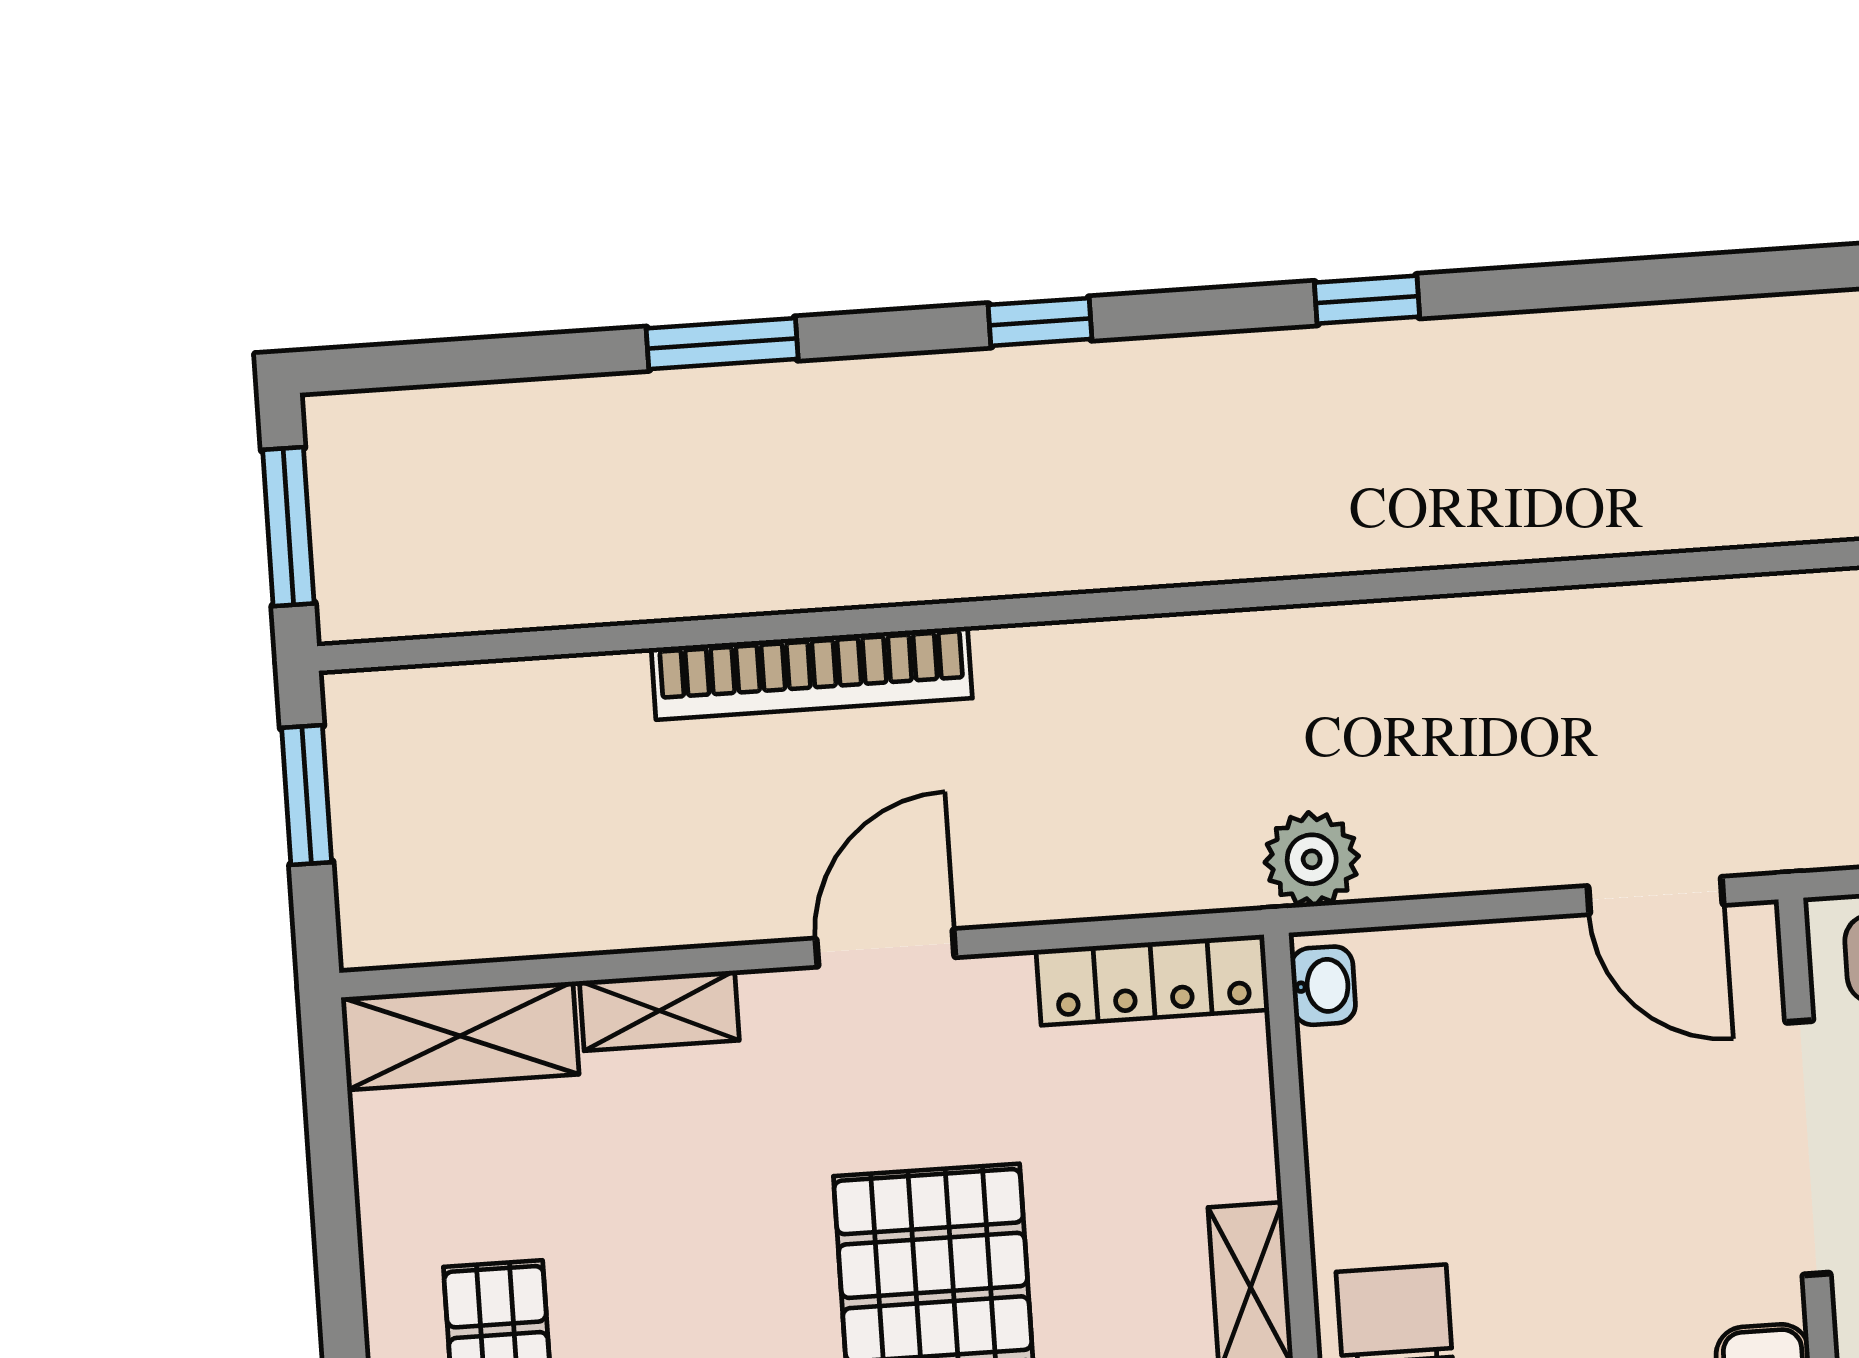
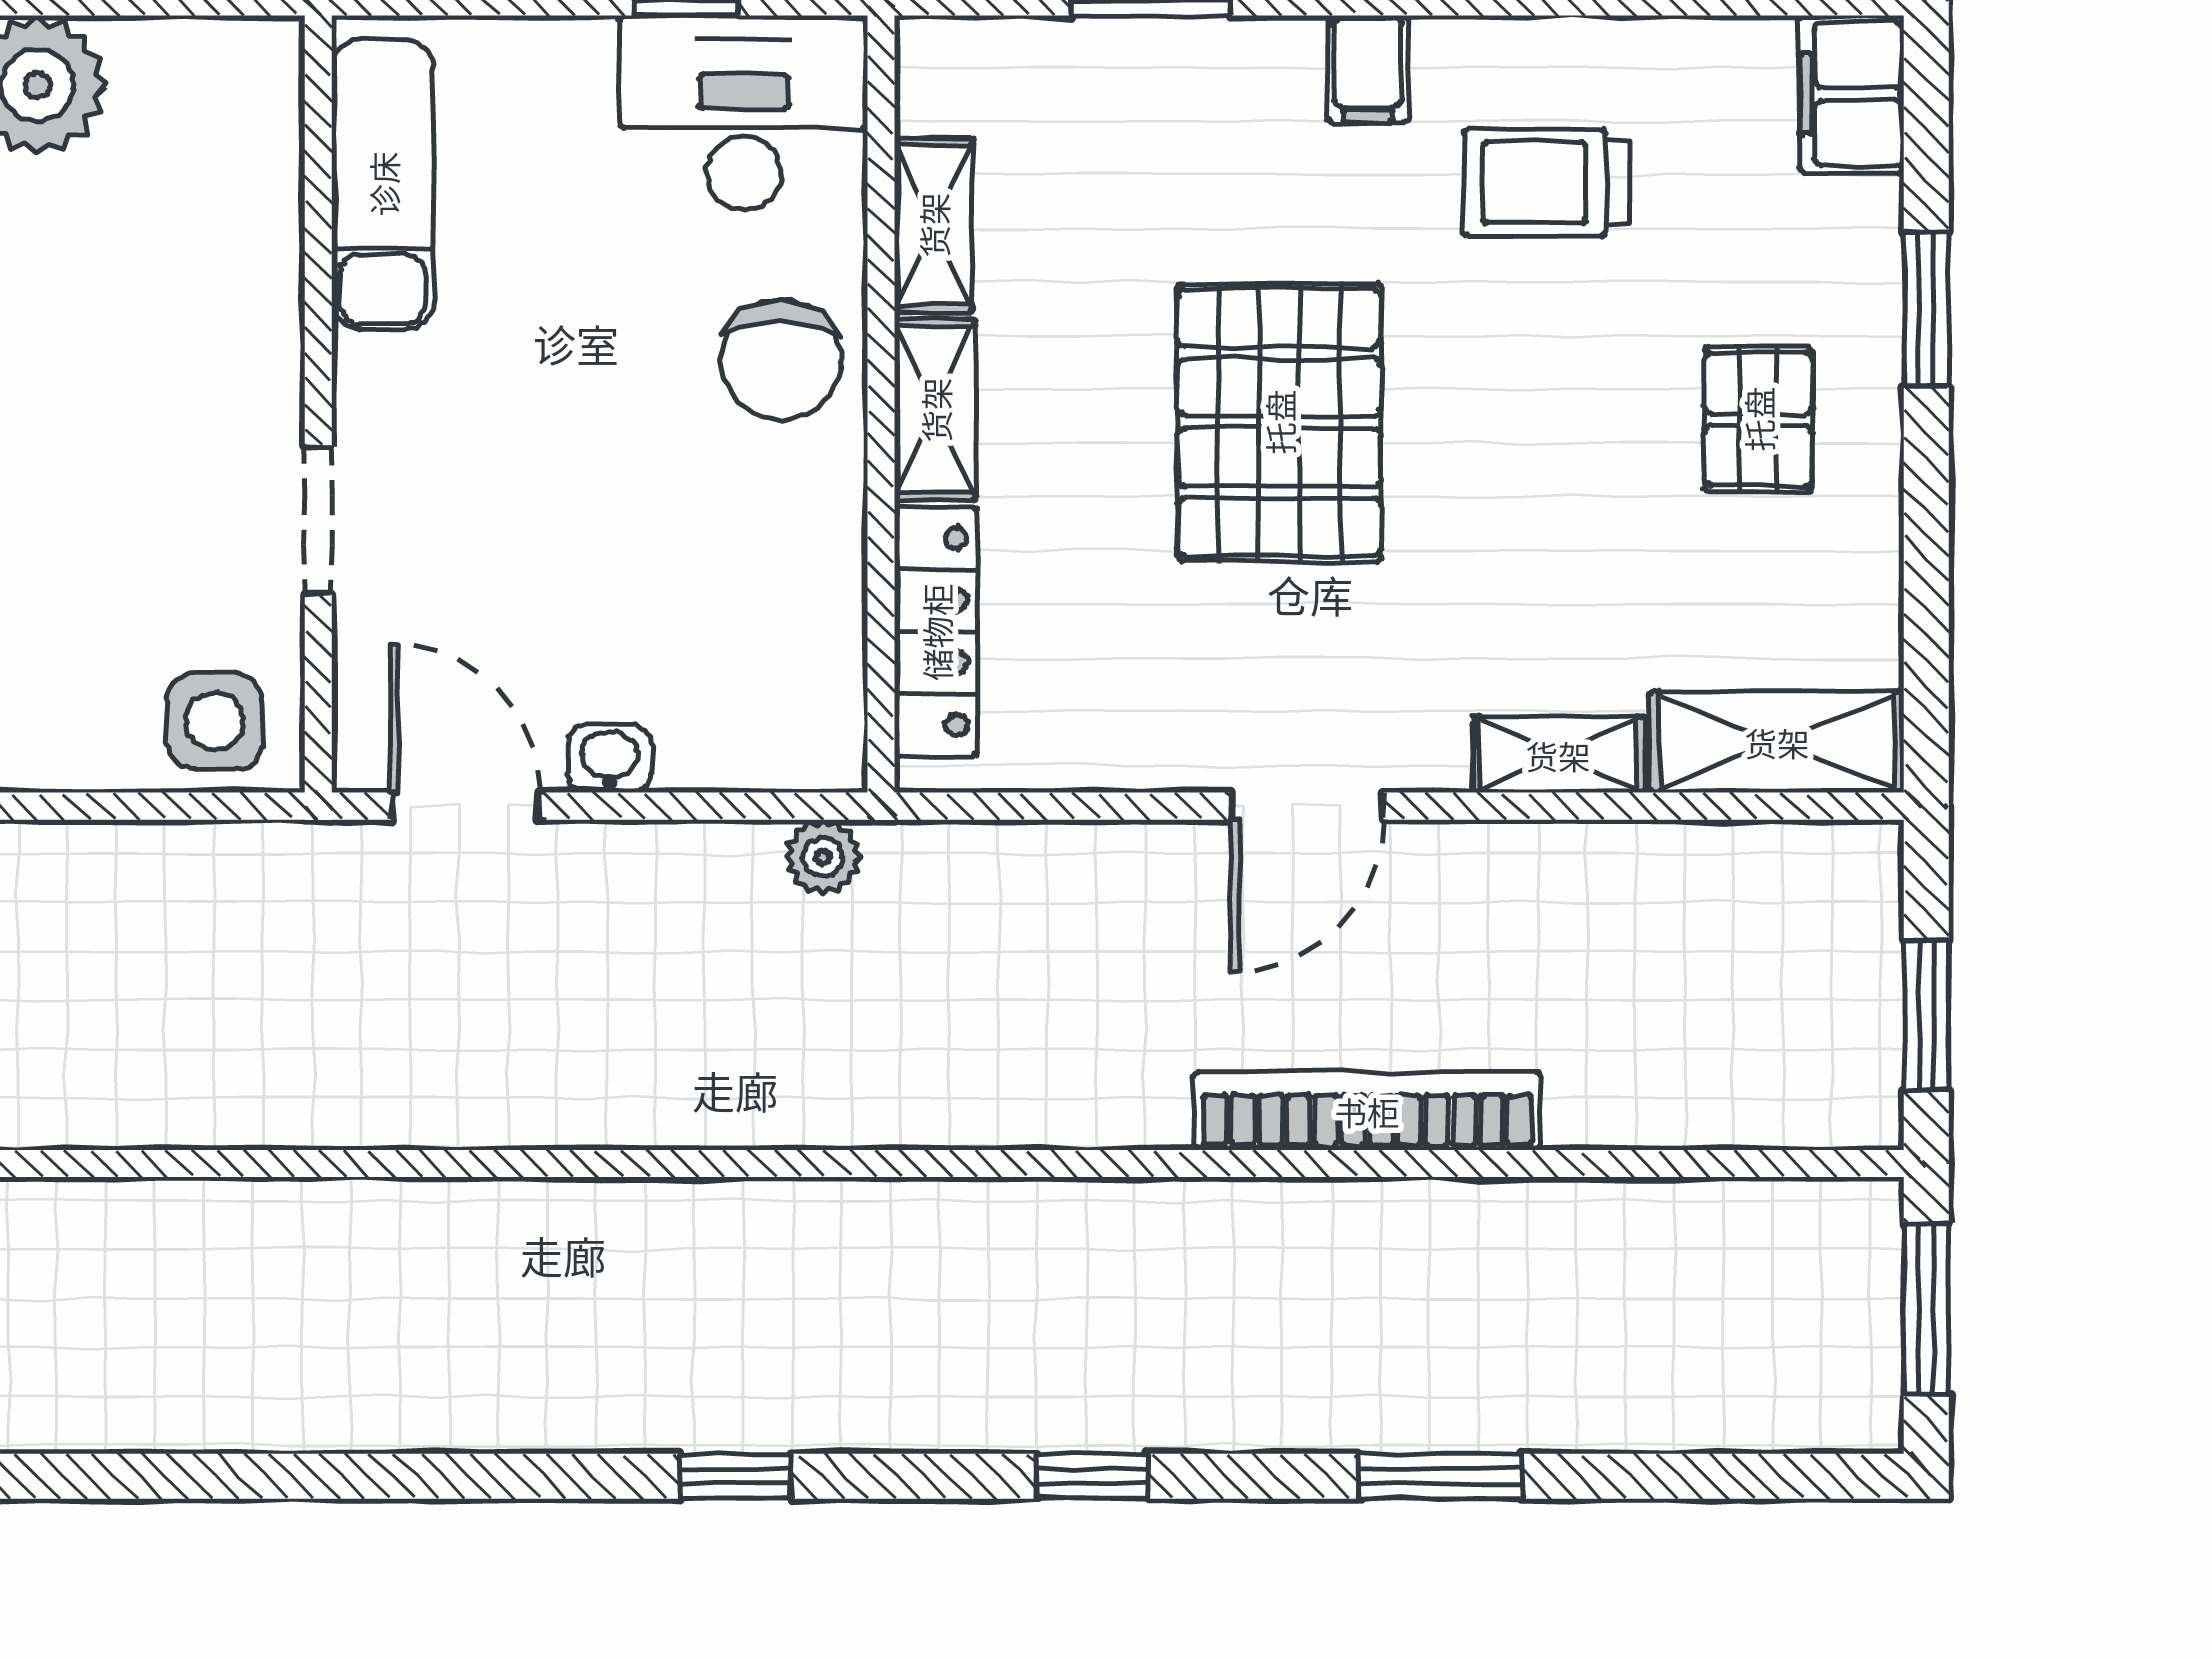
plant: (1312, 859) -> (823, 857), width x0.73, depth x0.73
locker: (1153, 980) -> (936, 632), moved, turned 90
washbasin: (1323, 986) -> (609, 759), moved, turned 90
doorway: (1808, 1148) -> (318, 520), width x0.53

